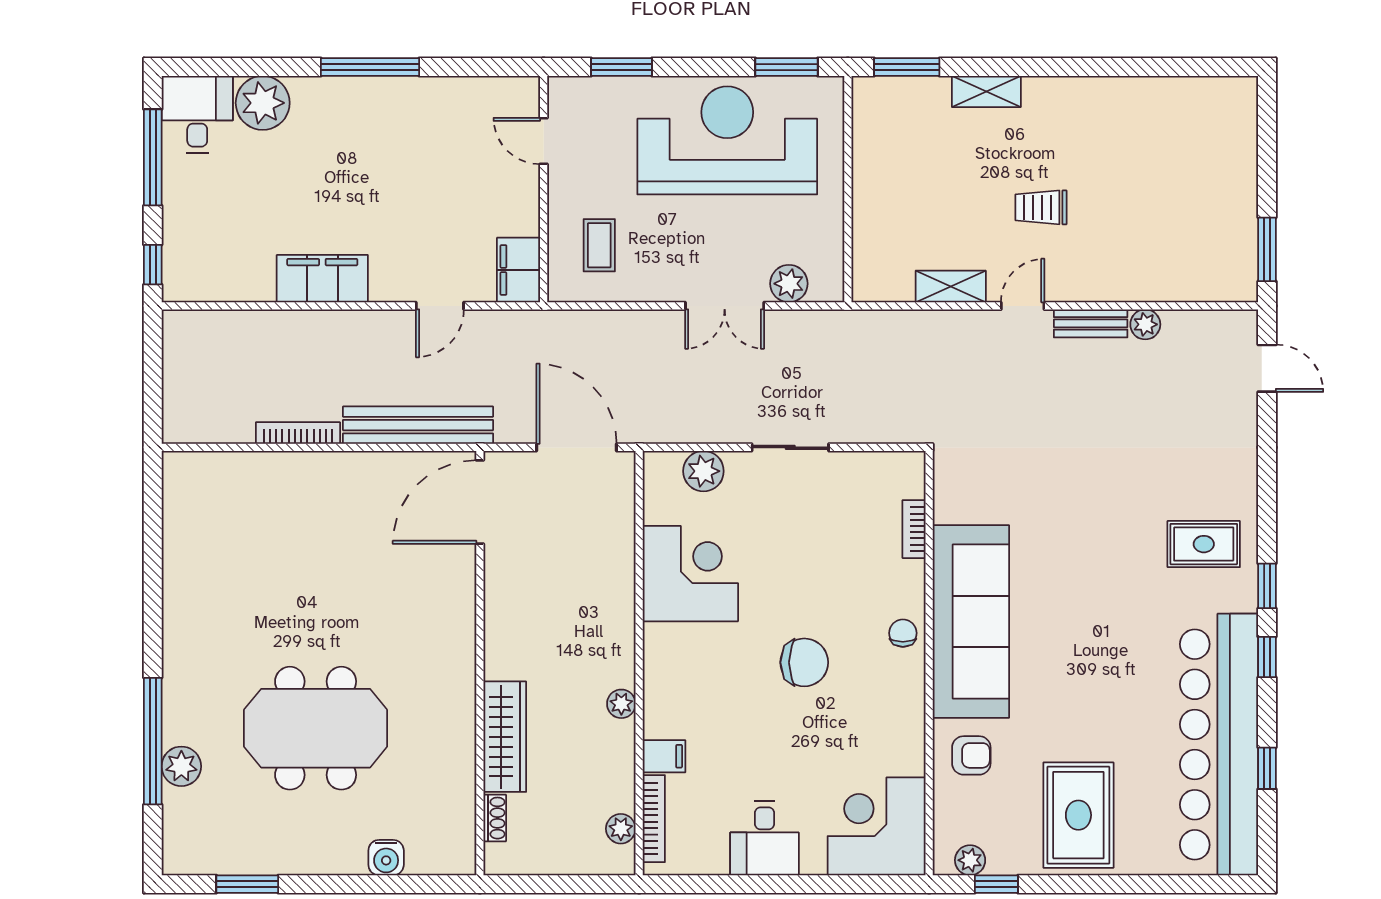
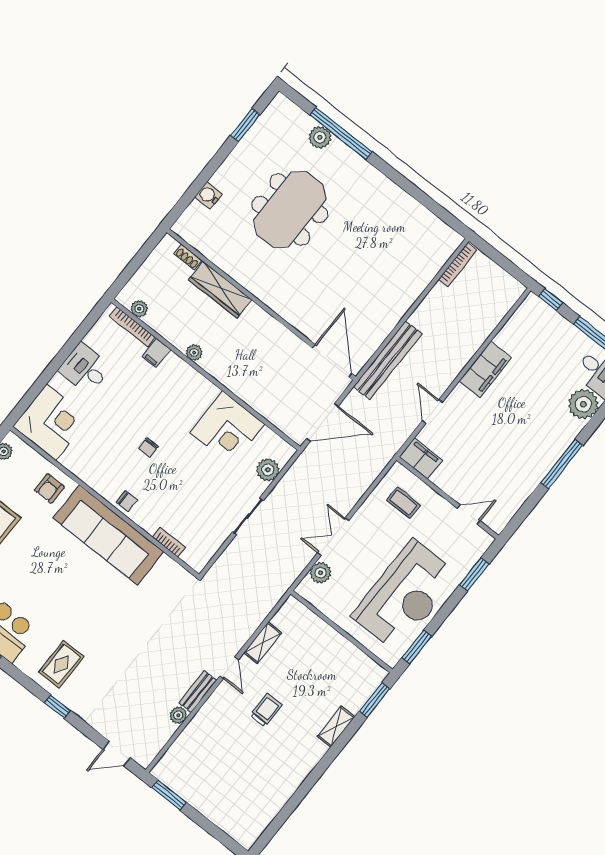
bookcase: (298, 433) -> (458, 265), moved
window: (1267, 586) -> (58, 707), moved
chair: (804, 662) -> (149, 447), width x0.54, depth x0.54

